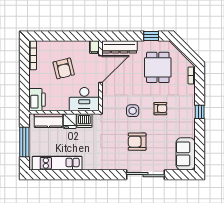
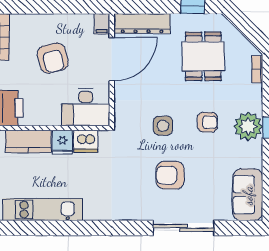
plant: (186, 111) -> (248, 126), added

